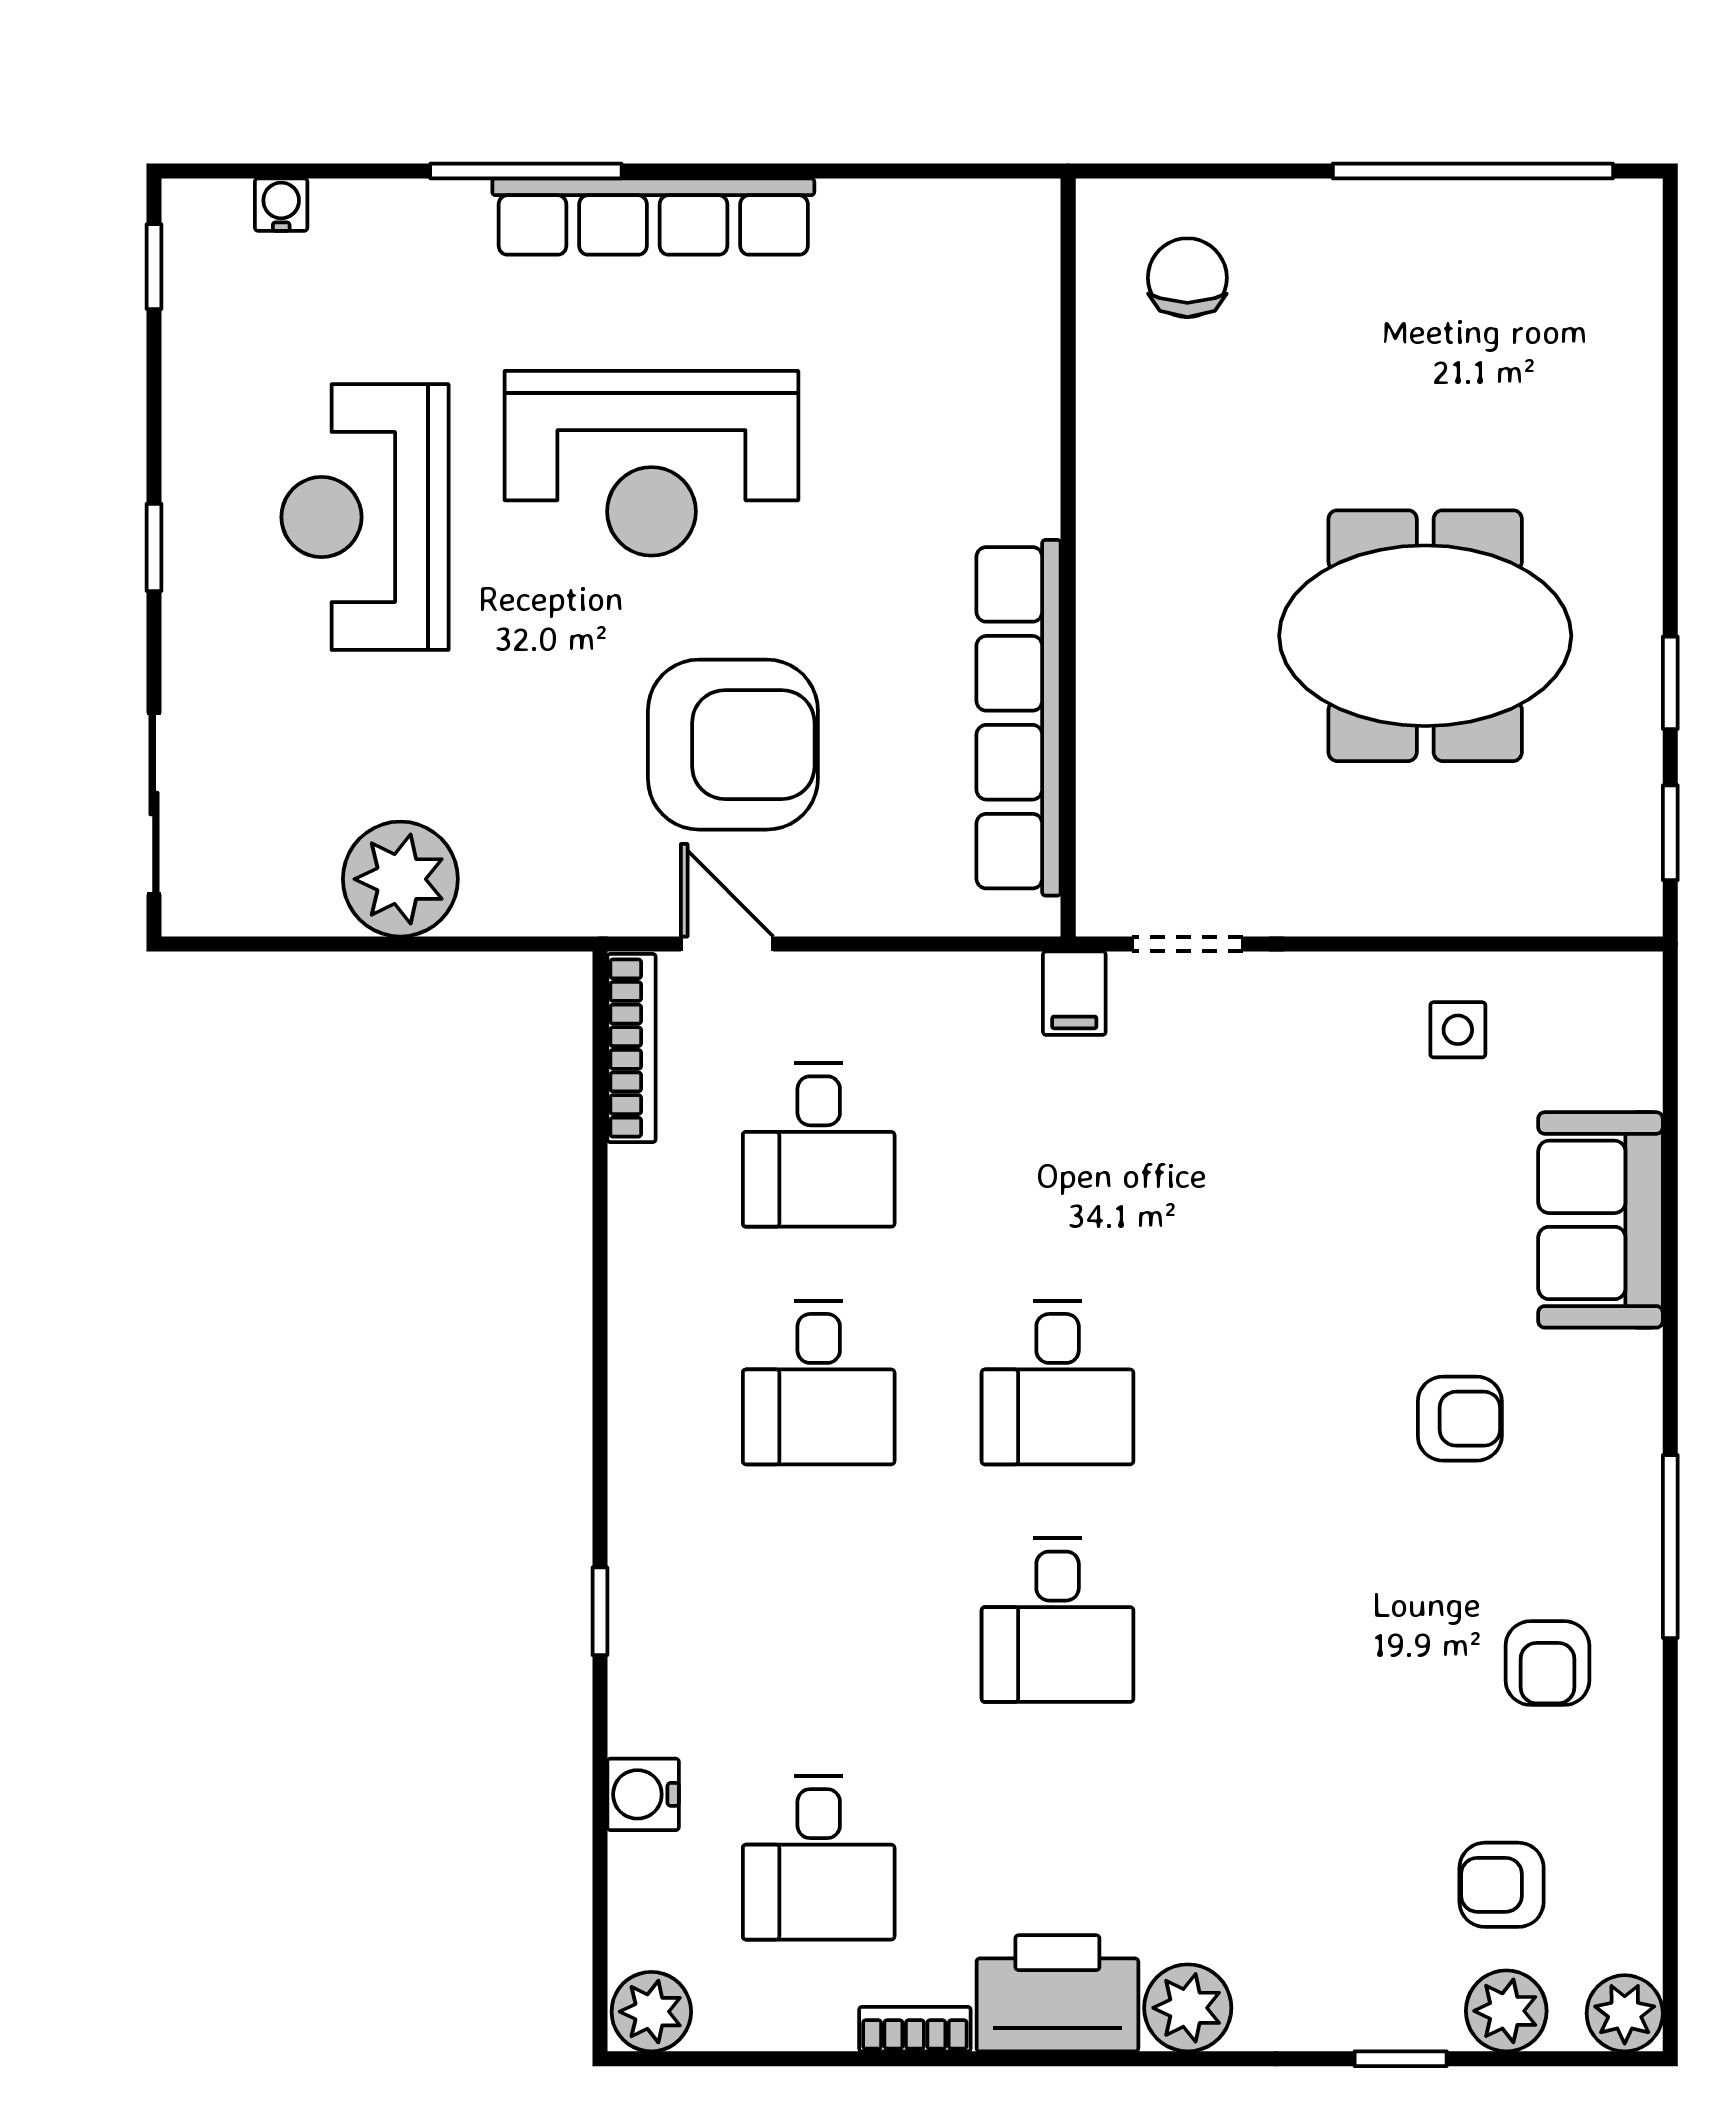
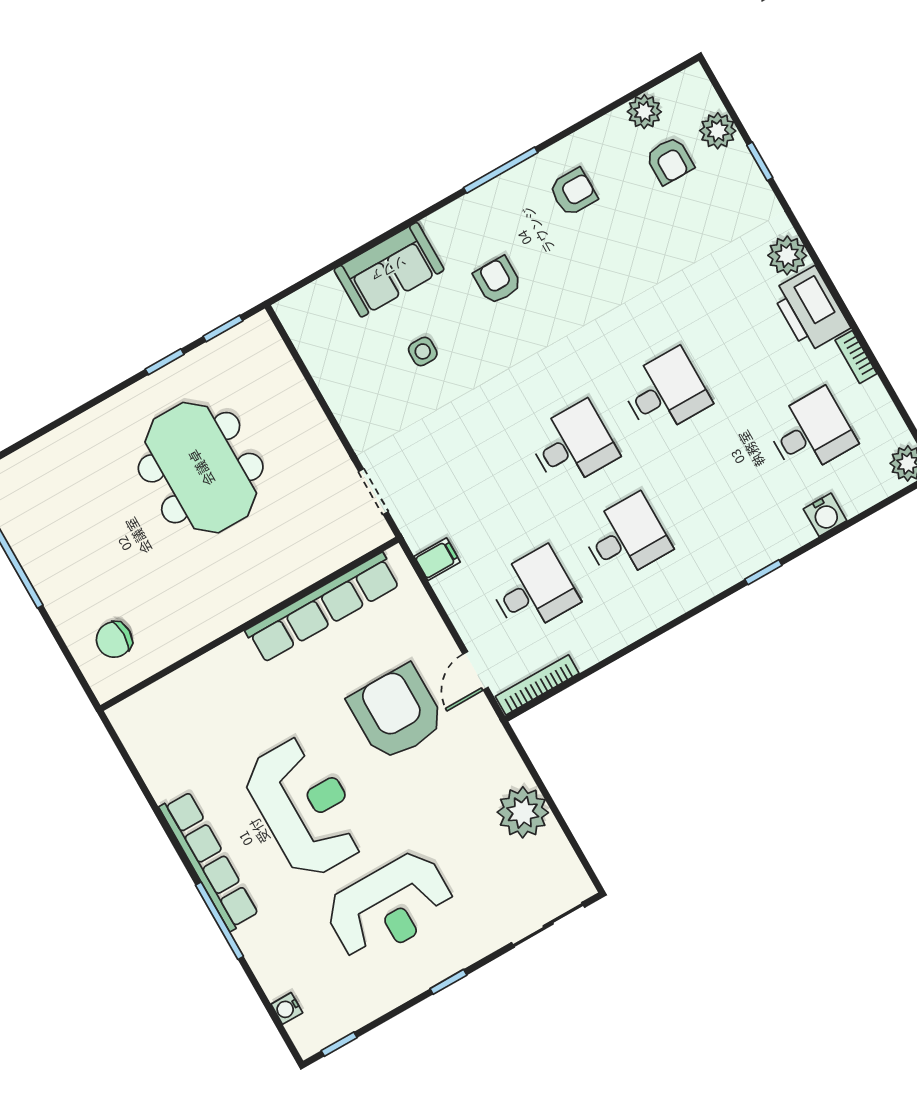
filing cabinet: (1074, 993) -> (437, 559), moved
side table: (1458, 1030) -> (423, 351), moved
plant: (1625, 2013) -> (644, 112), moved

